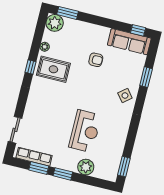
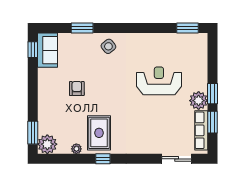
sofa: (129, 42) -> (48, 50), width x0.73
plant: (86, 167) -> (199, 101), moved

